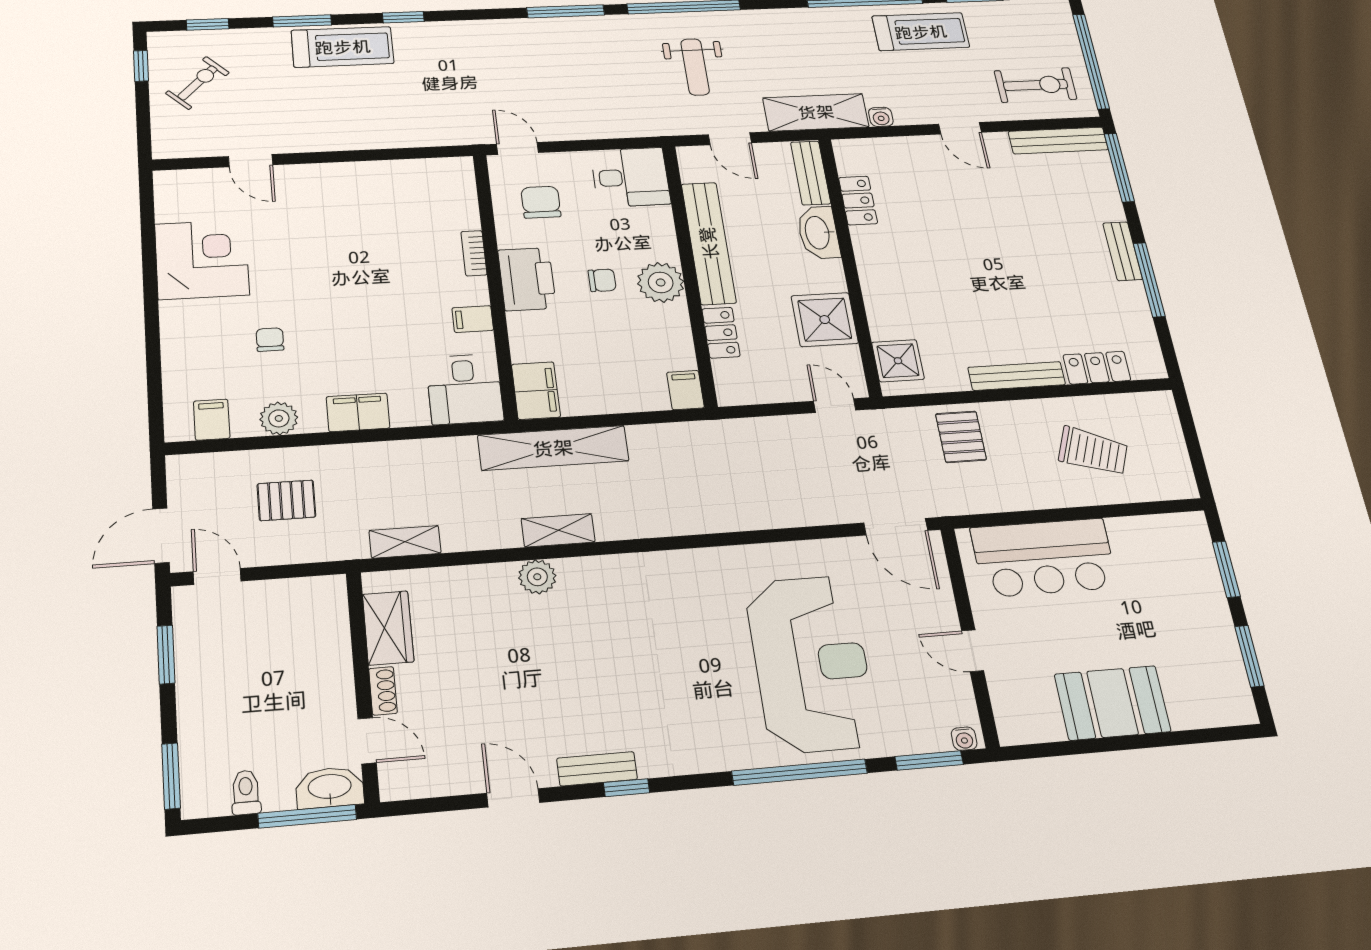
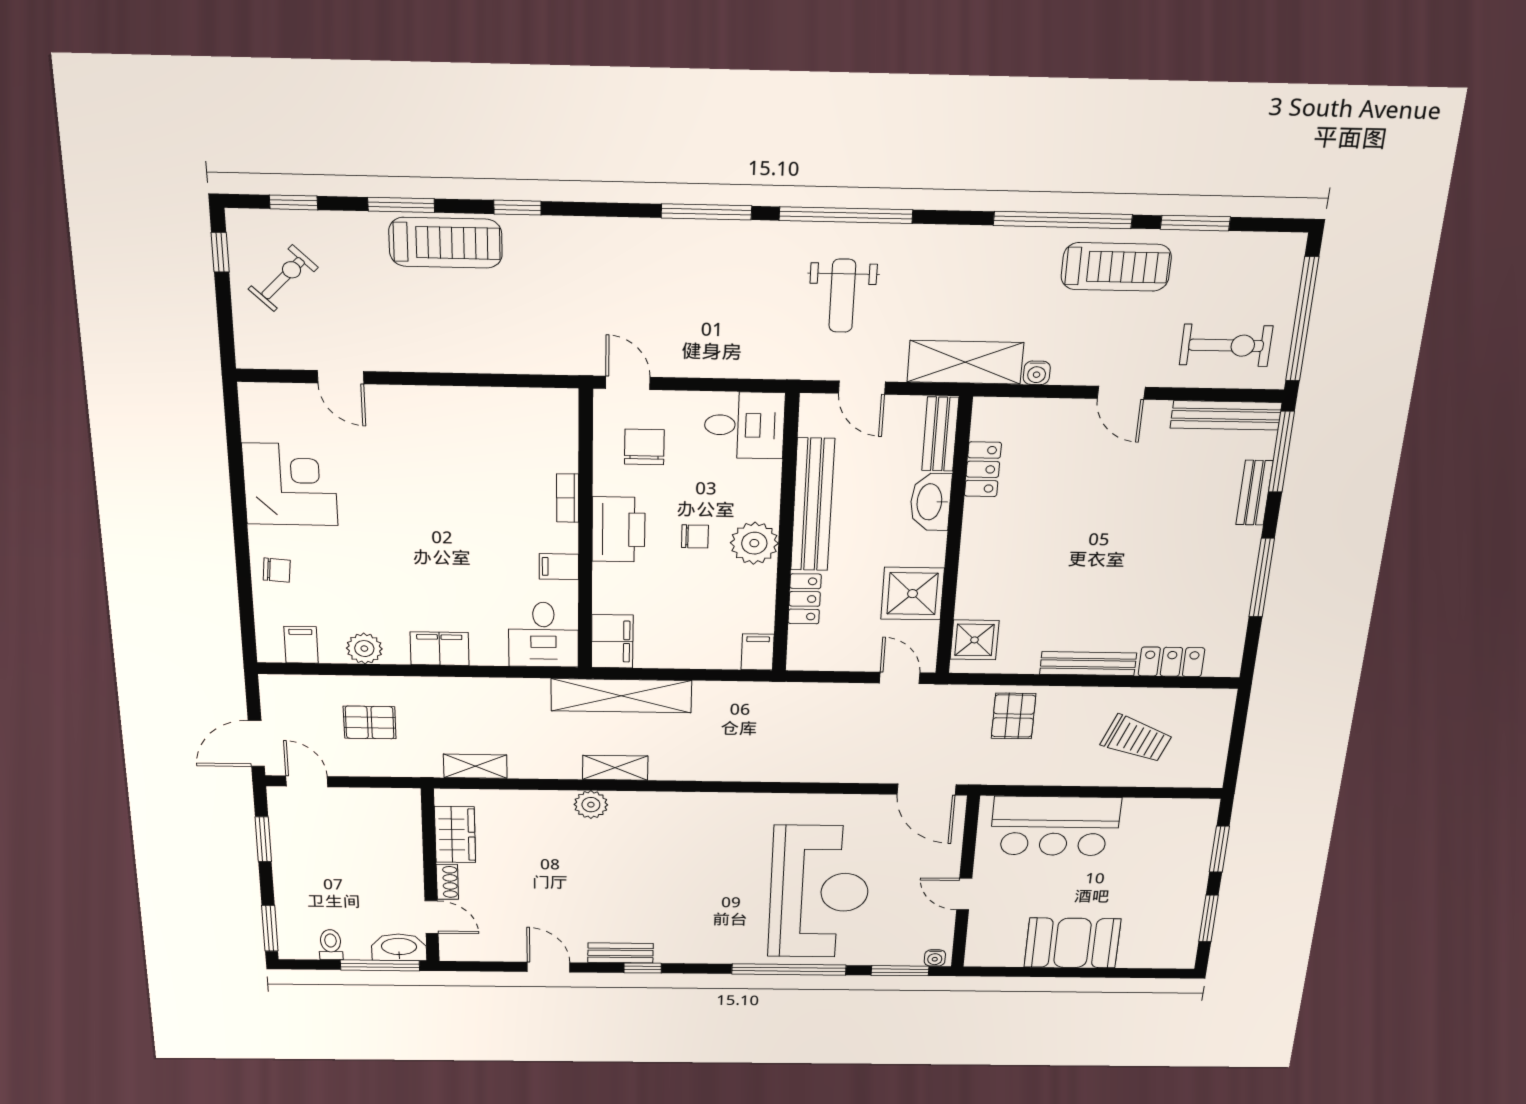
bench: (1123, 251) -> (1254, 493), moved
chair: (270, 340) -> (277, 570), moved, turned 95

